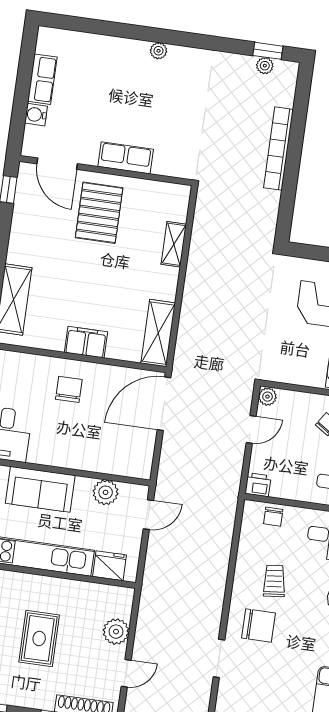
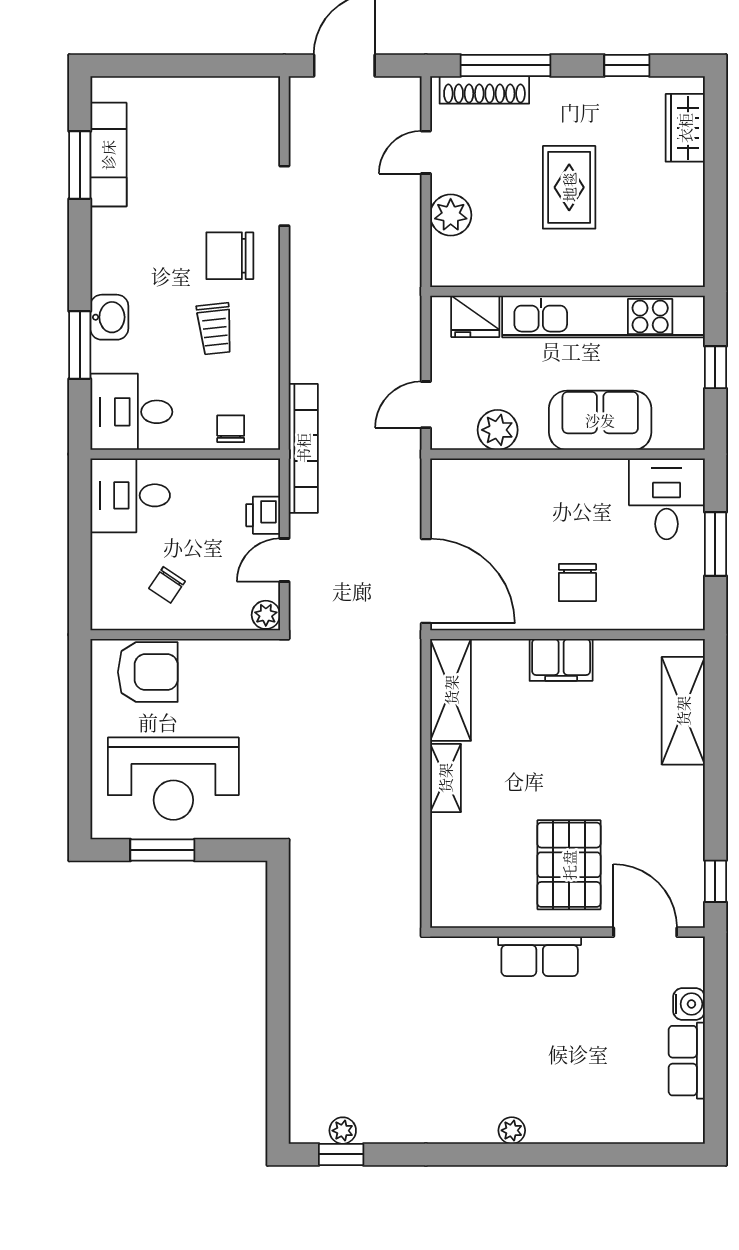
bookcase: (278, 149) -> (303, 448), moved
shelving: (174, 244) -> (445, 778), moved
door: (164, 404) -> (426, 581), hinge flipped
printer: (258, 485) -> (263, 515), moved, turned 90

